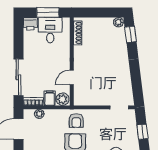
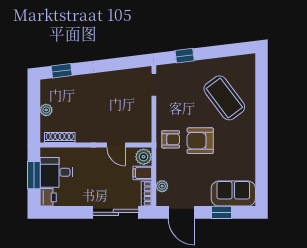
plant: (118, 22) -> (46, 110), moved

